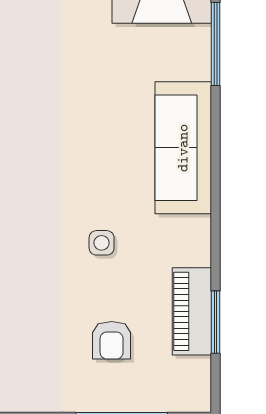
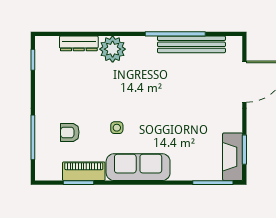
sofa: (183, 148) -> (138, 167), moved

